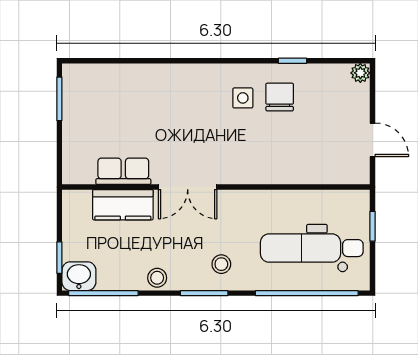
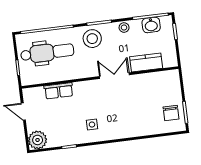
plant: (360, 73) -> (38, 140), width x1.88, depth x1.88
chair: (280, 97) -> (171, 113), moved
row of seats: (123, 171) -> (59, 91), moved
stool: (221, 264) -> (92, 39), width x1.89, depth x1.89
washbasin: (79, 276) -> (151, 25), moved

